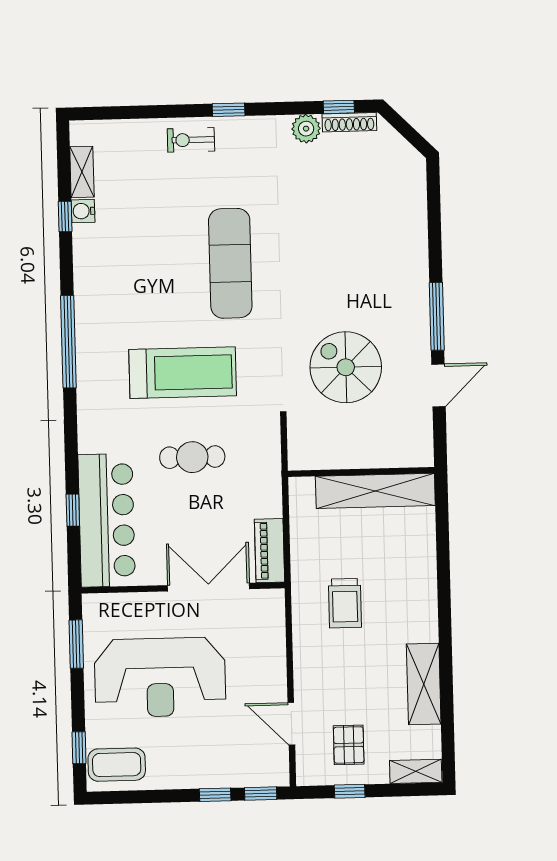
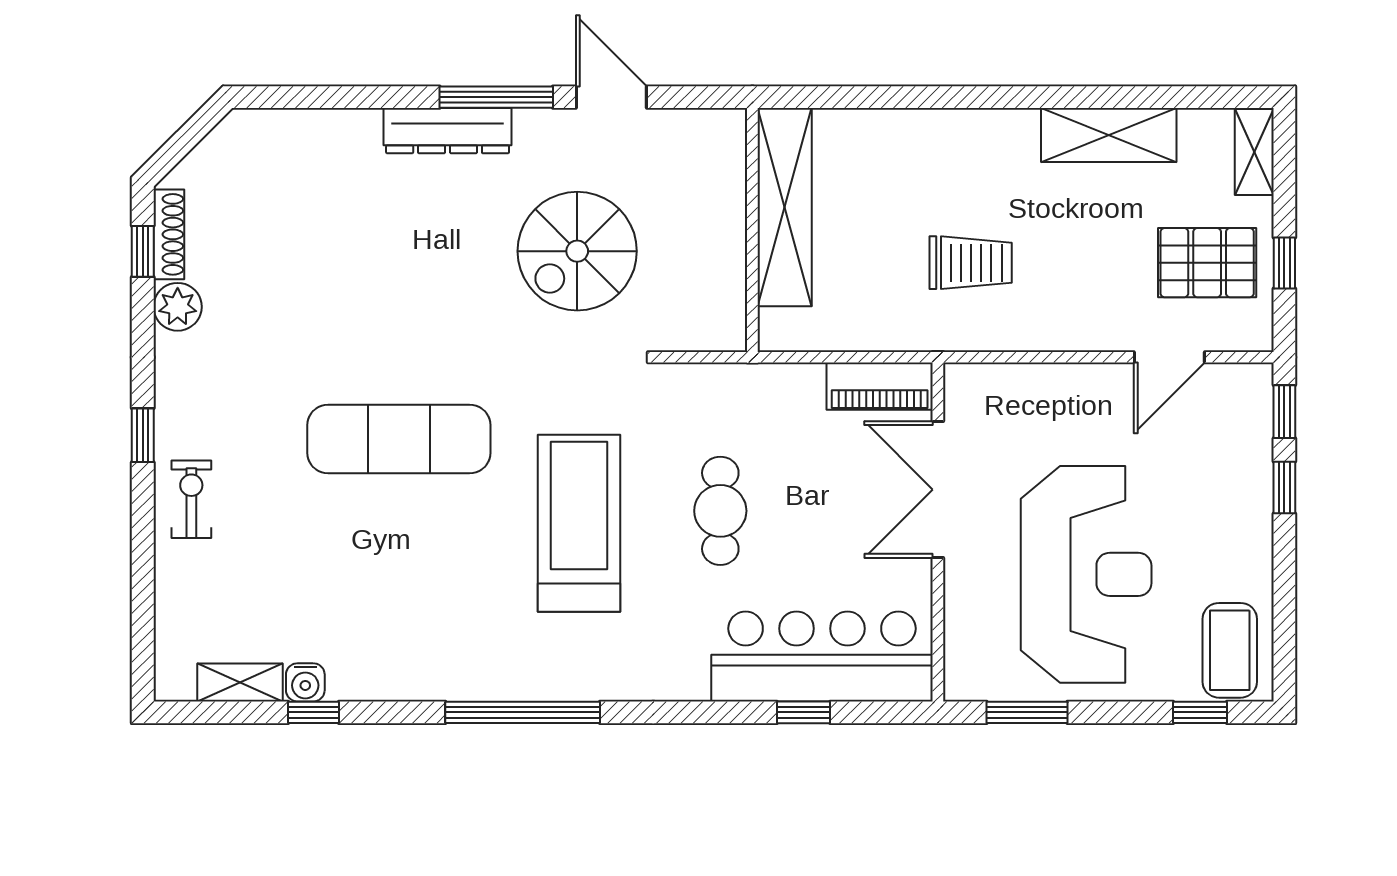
exercise bike: (191, 140) -> (191, 499), turned 180
dresser: (416, 288) -> (448, 131), added
pallet: (349, 745) -> (1207, 263), width x1.50, depth x1.42

